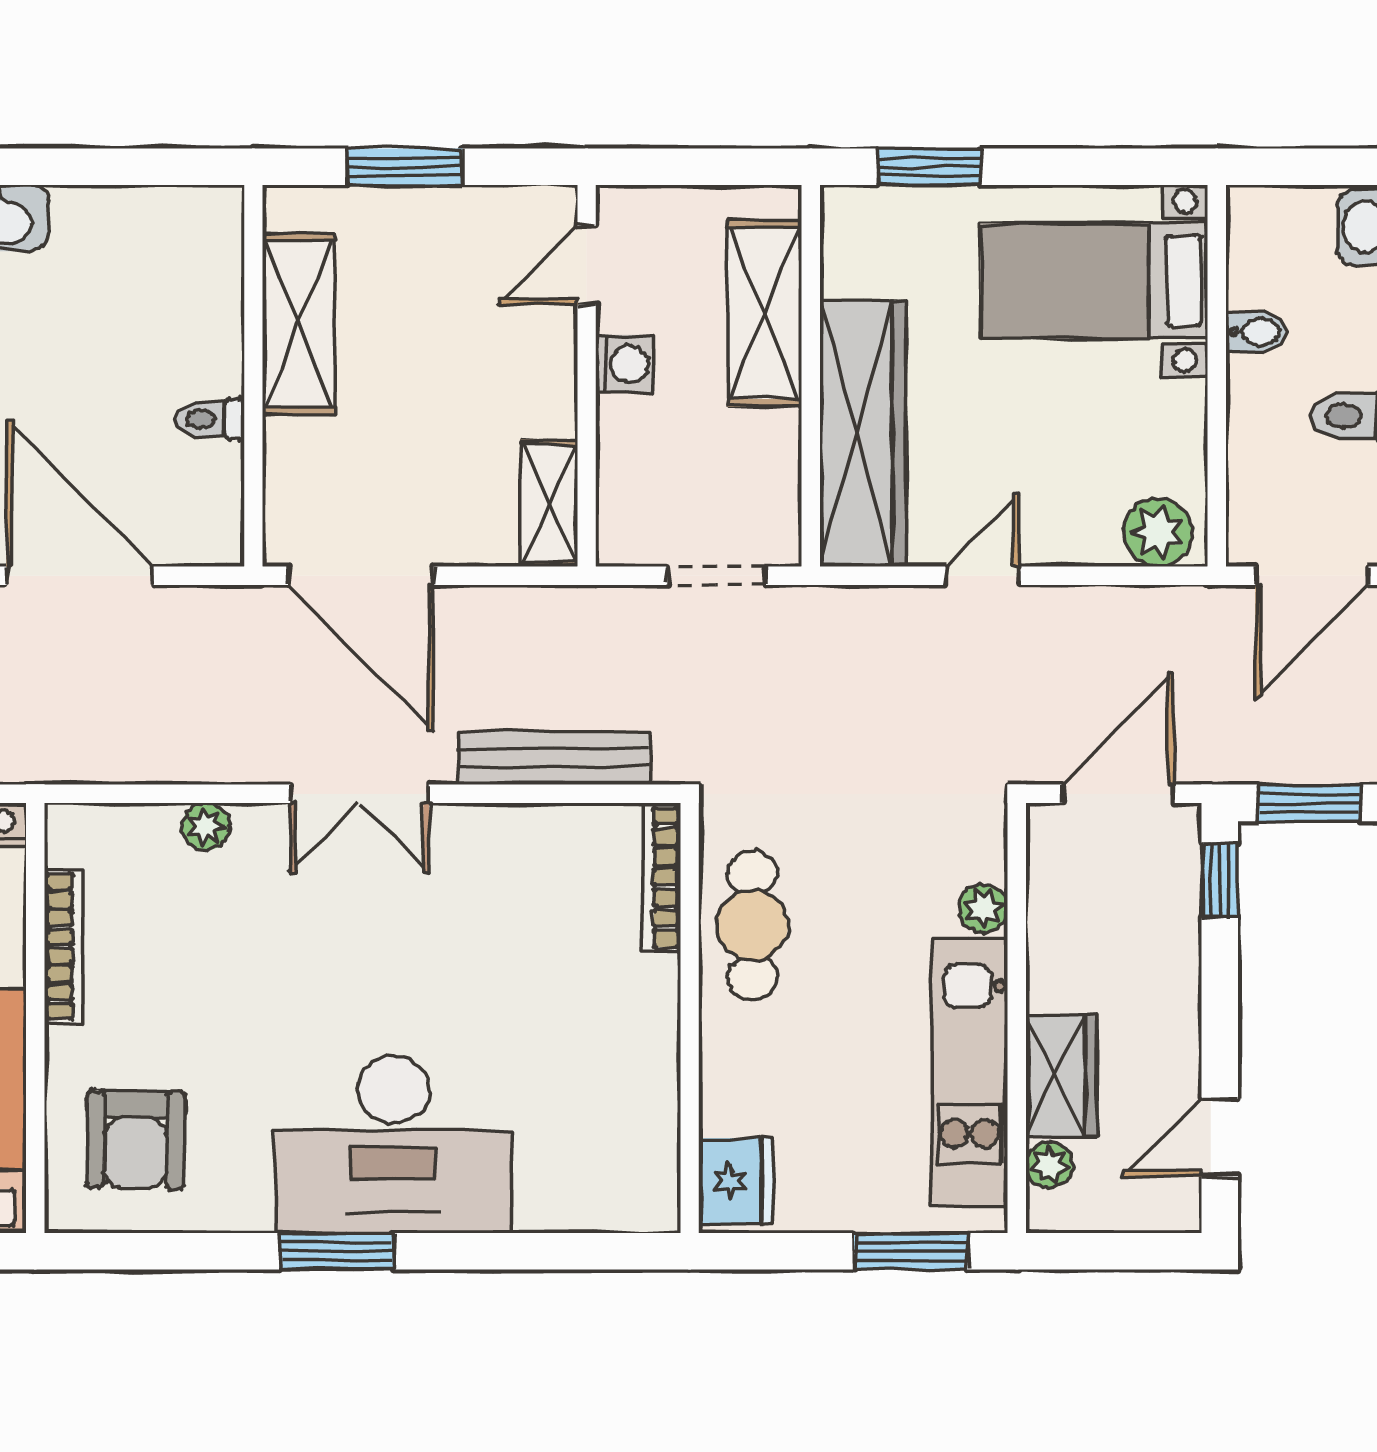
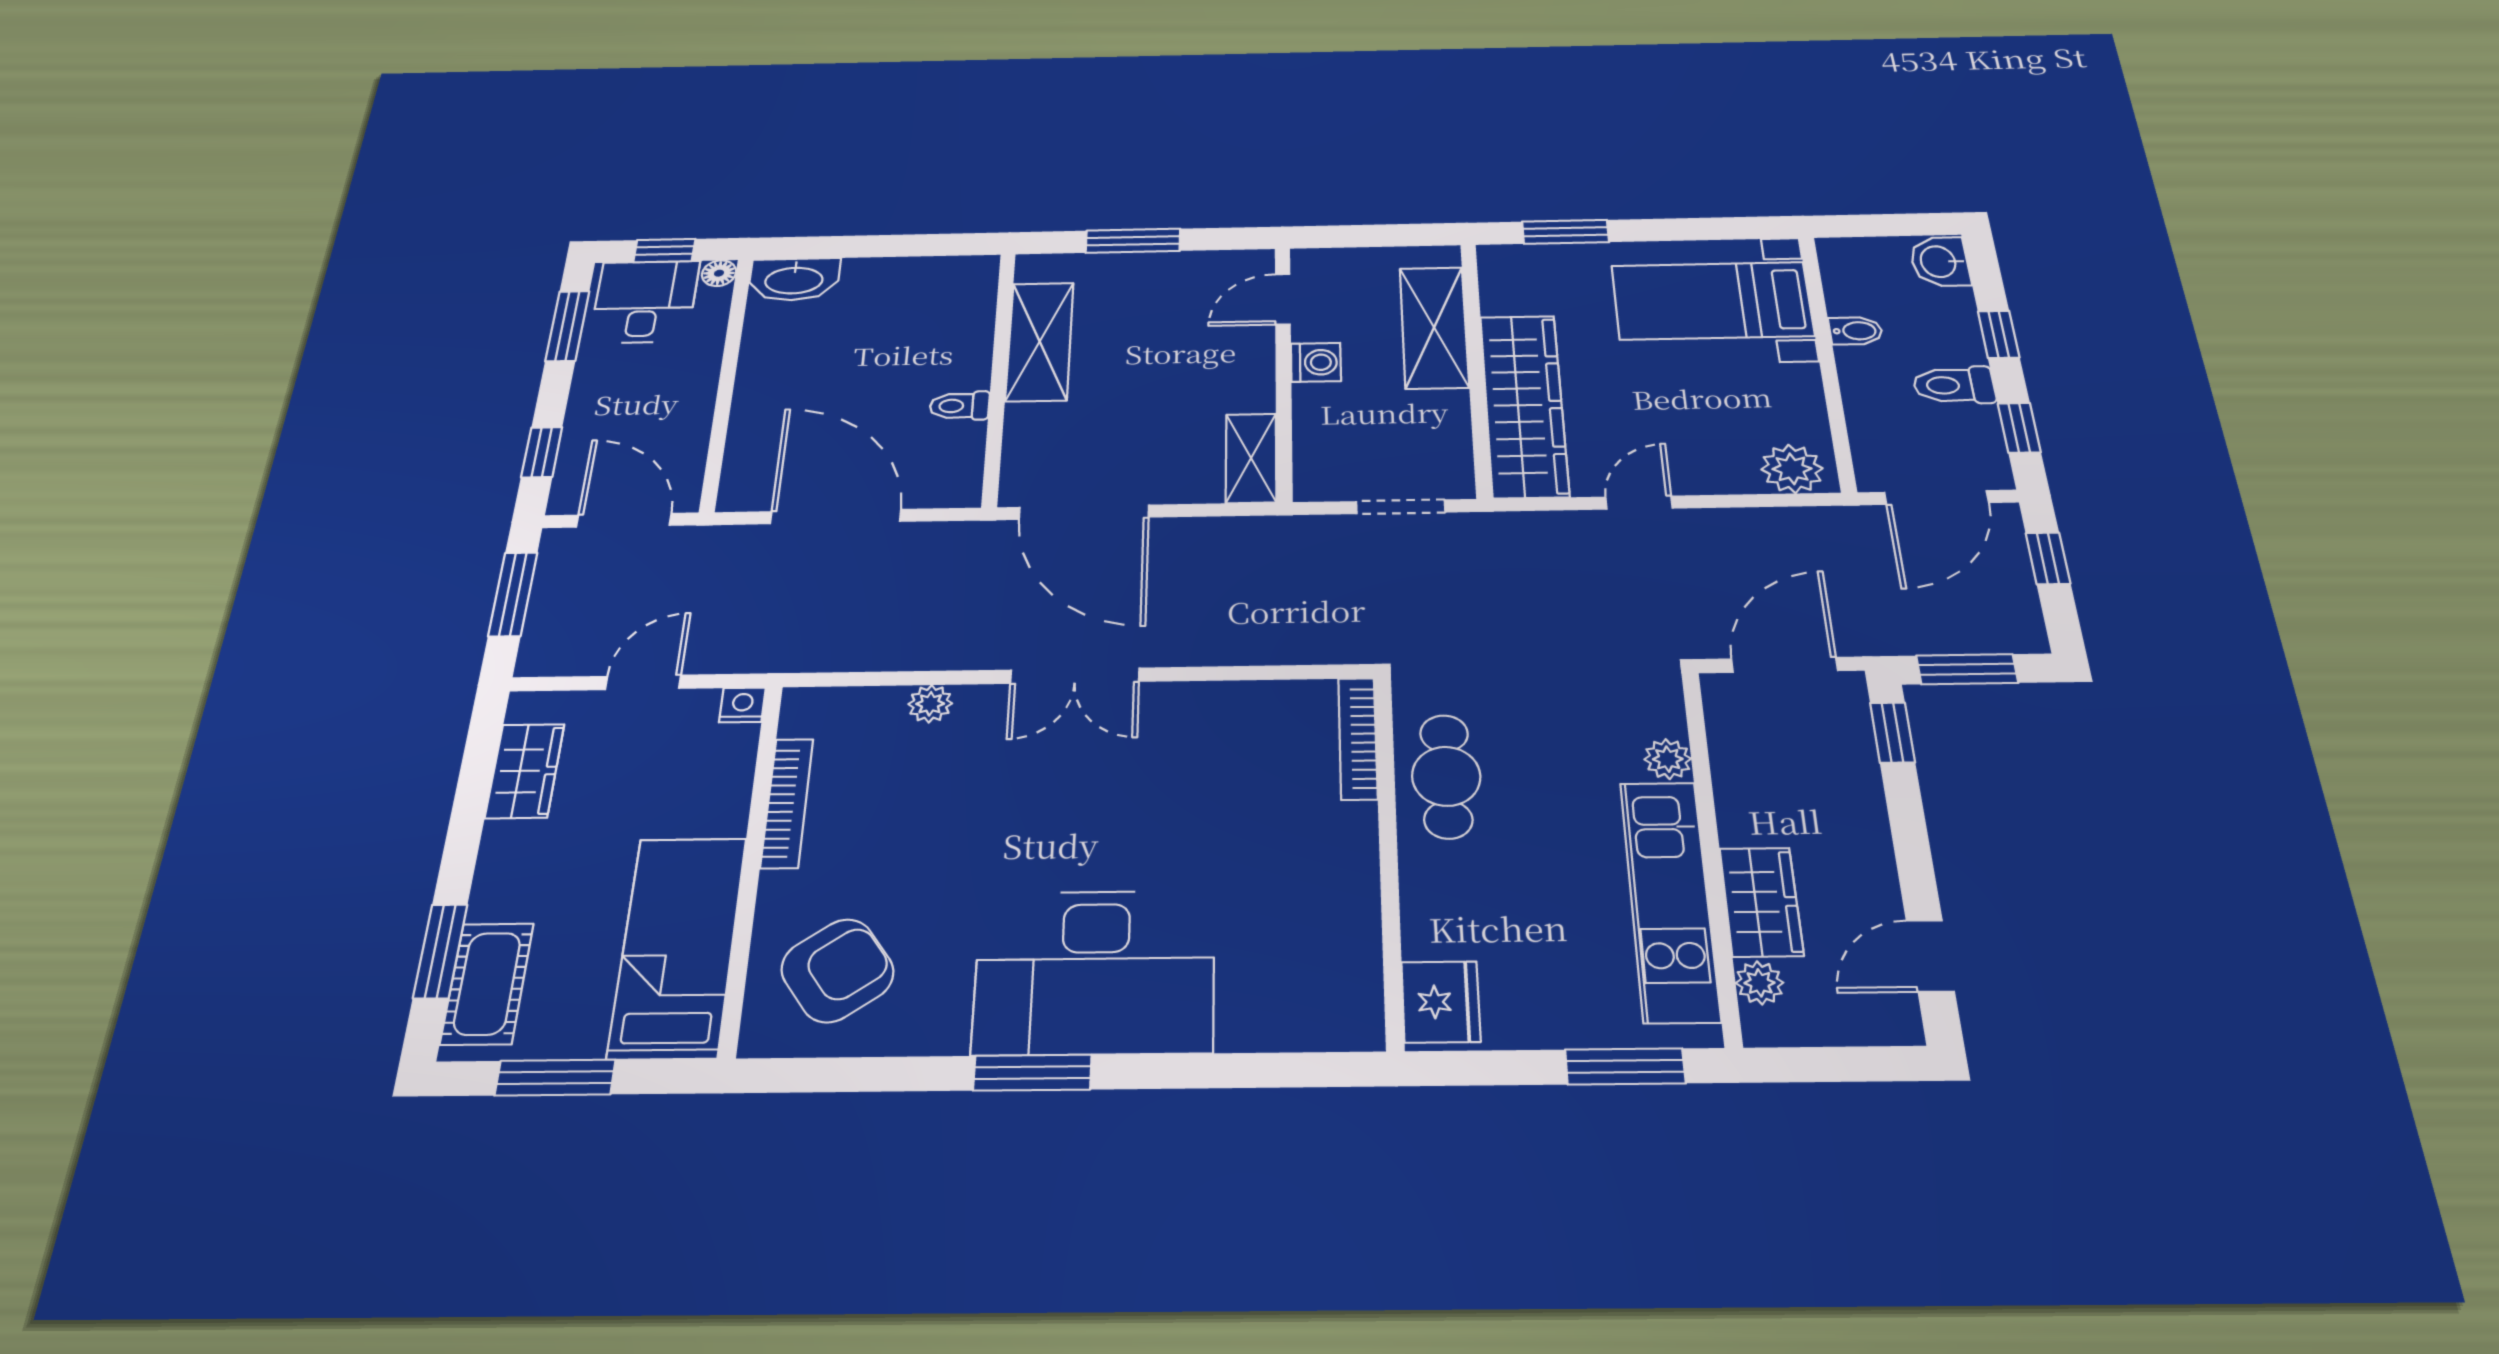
bench: (554, 758) -> (1255, 645), removed
armchair: (136, 1140) -> (837, 970), turned -126

